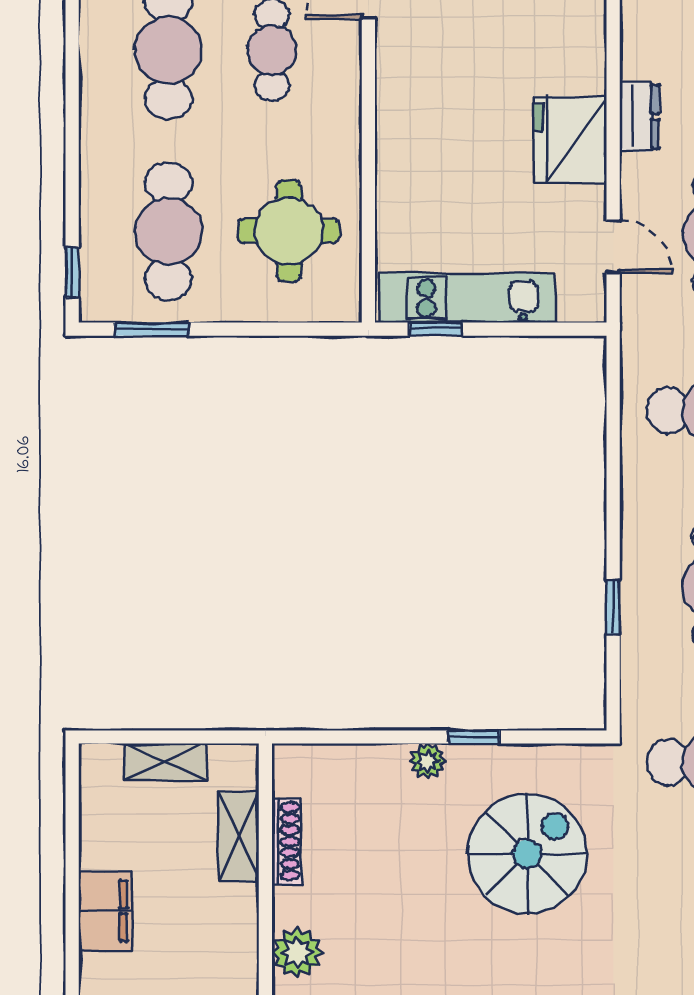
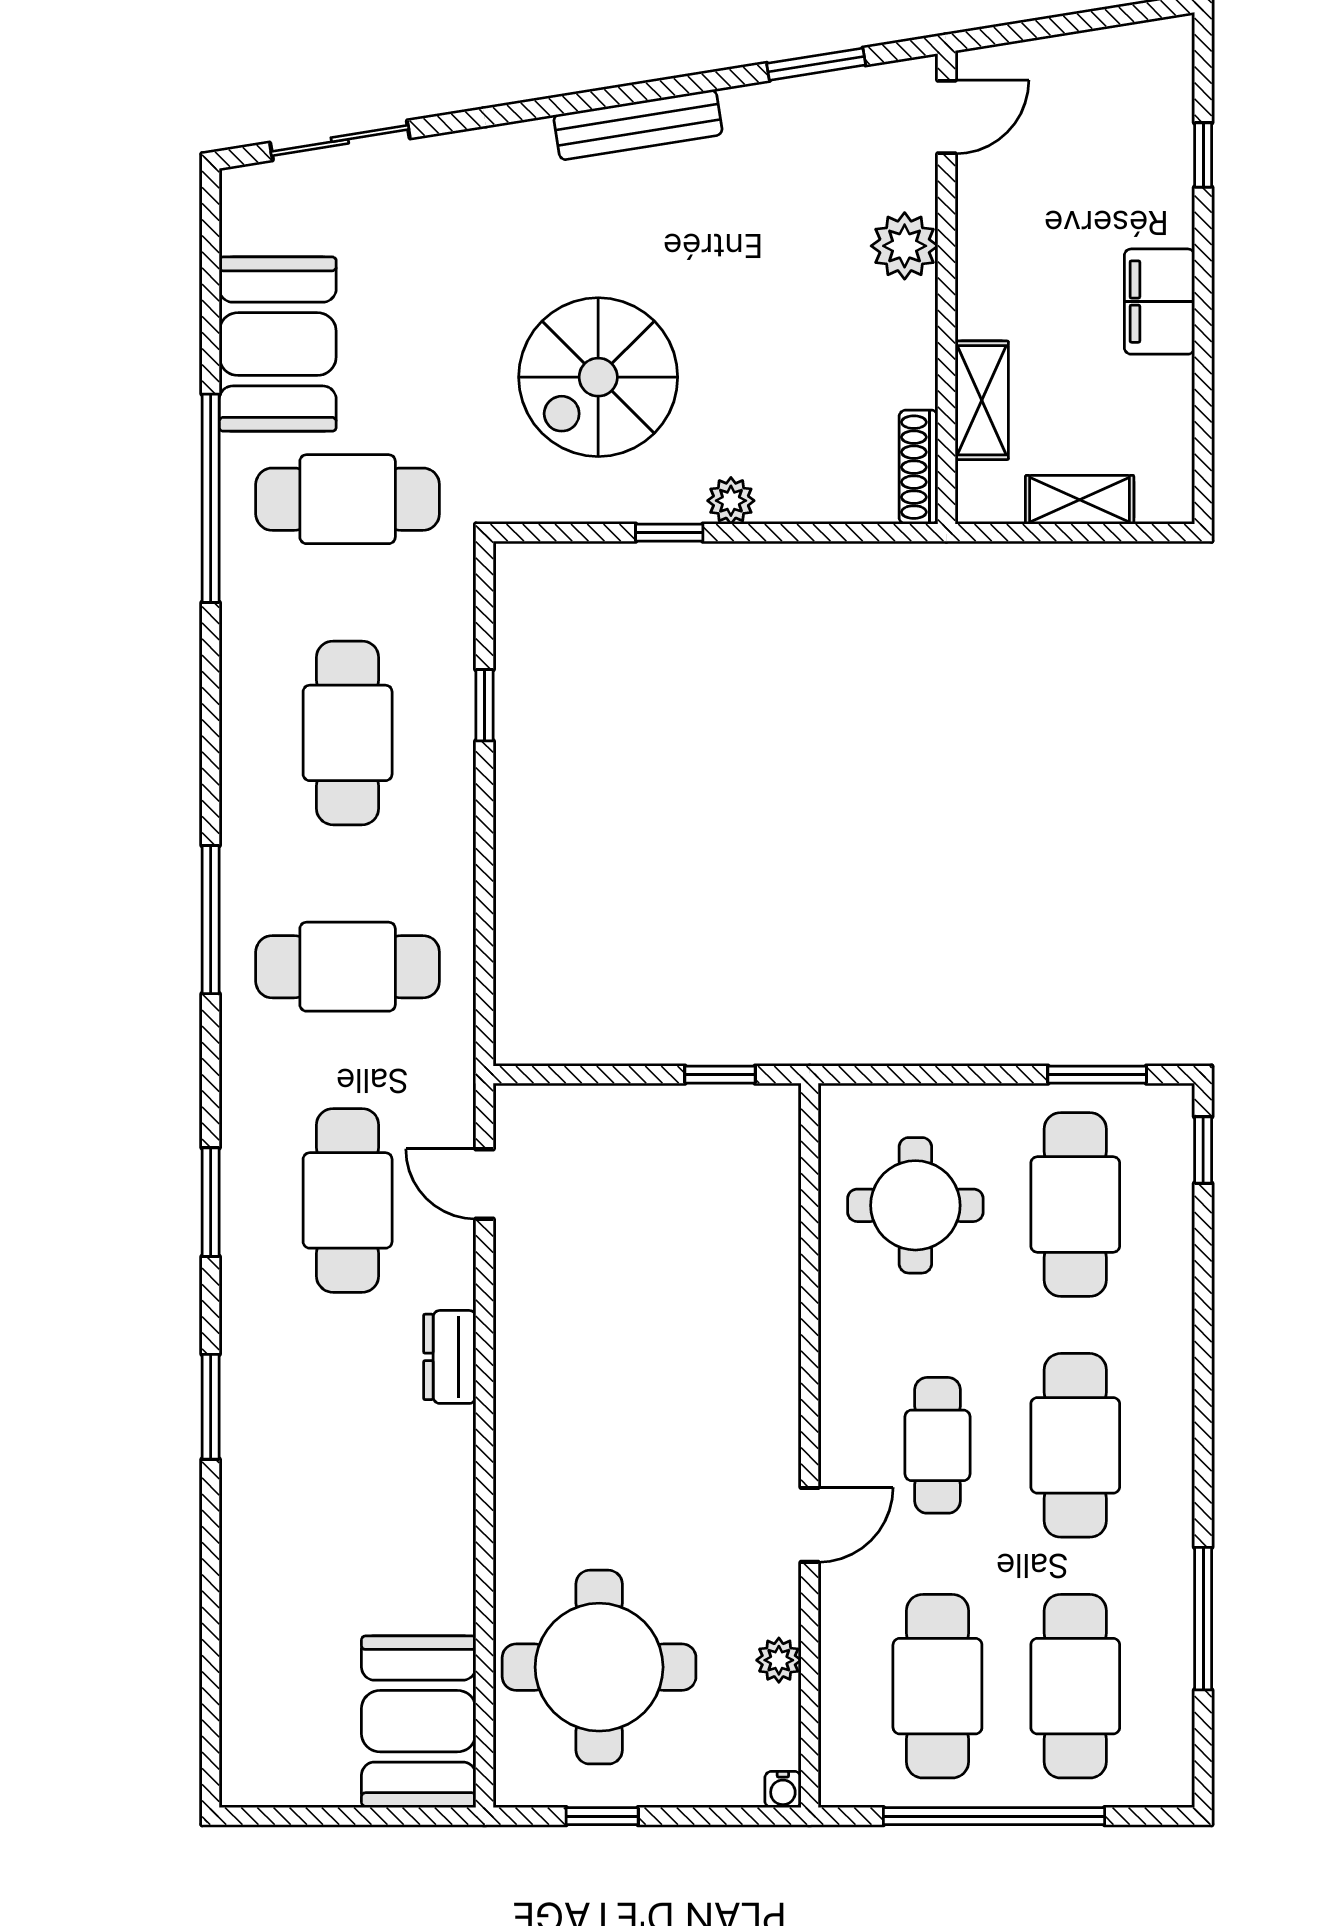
fridge: (570, 139) -> (542, 1327), removed
kitchen unit: (467, 298) -> (679, 1116), removed
shoe rack: (286, 841) -> (919, 467), moved

